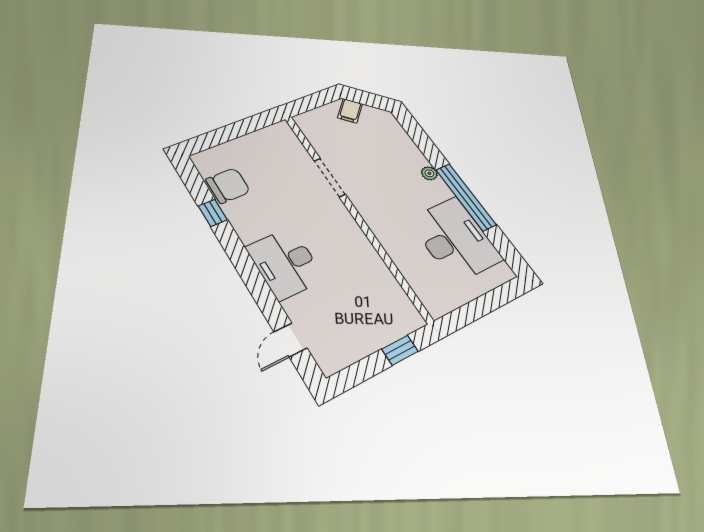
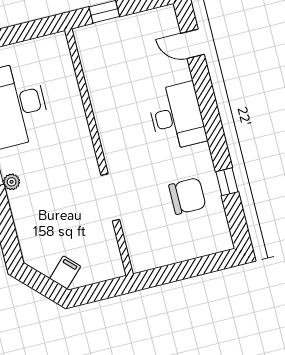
chair: (228, 186) -> (187, 196), moved, turned 180
door: (290, 340) -> (193, 44), swing flipped

